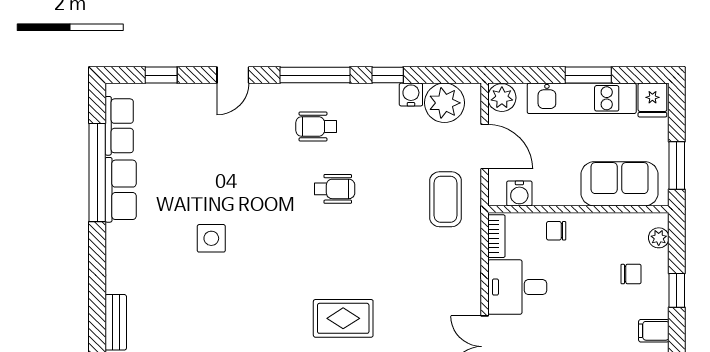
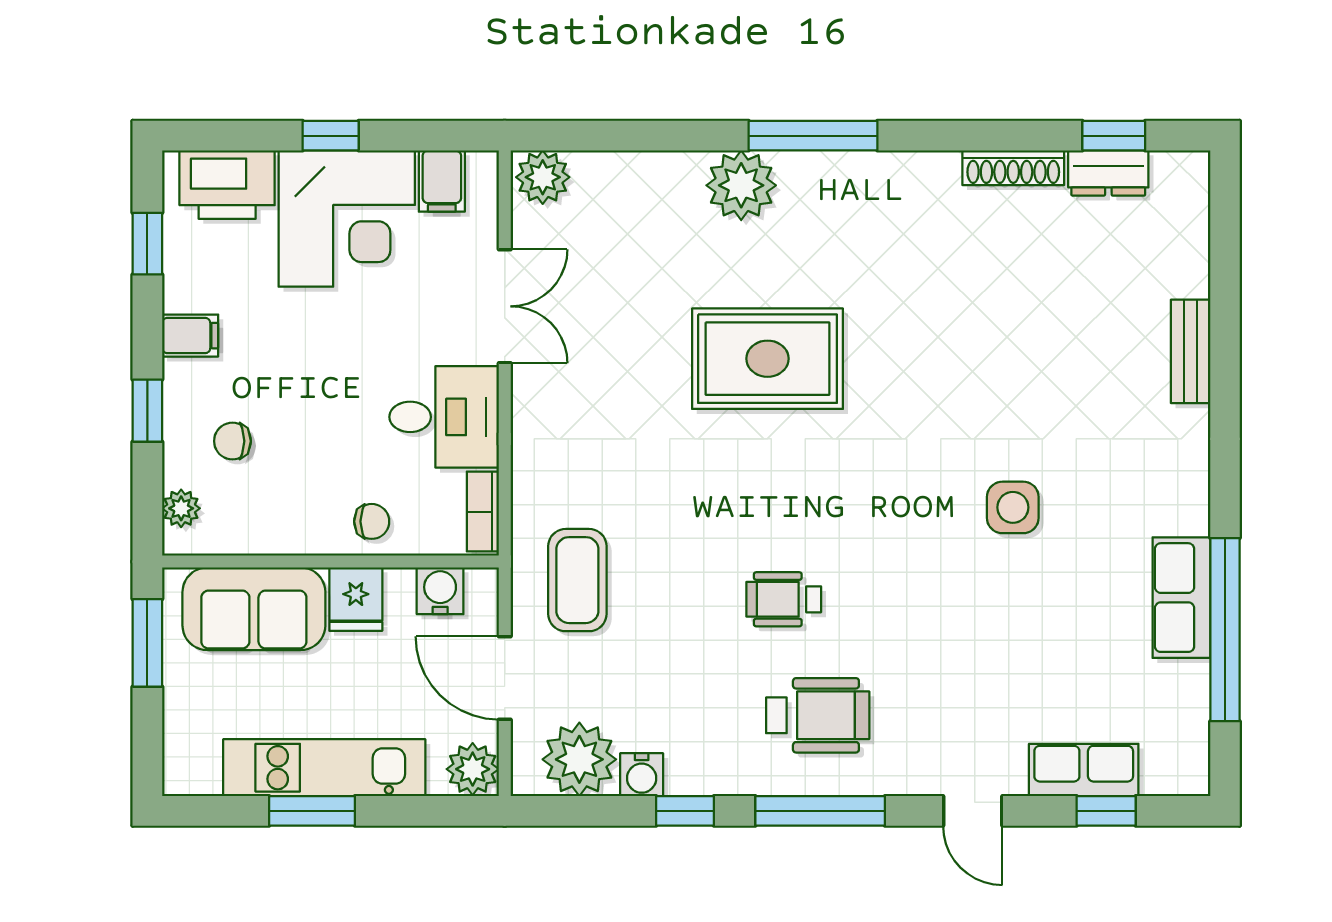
door: (233, 75) -> (973, 811), swing flipped
fridge: (652, 100) -> (356, 599), moved, turned 180
row of seats: (119, 126) -> (1084, 770), moved, turned 90
wheelchair: (316, 126) -> (818, 715), width x1.36, depth x1.37
rug: (343, 318) -> (768, 359), width x1.36, depth x1.43

